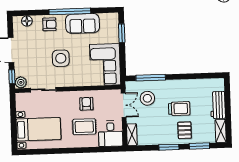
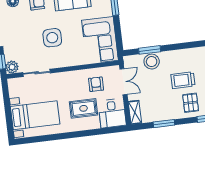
window: (151, 78) -> (150, 50), width x0.69
stool: (147, 98) -> (152, 62), moved
armchair: (86, 104) -> (96, 84), moved
trolley: (179, 109) -> (183, 80), turned 180
window: (169, 147) -> (164, 124), moved

